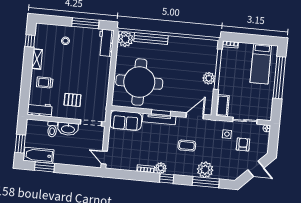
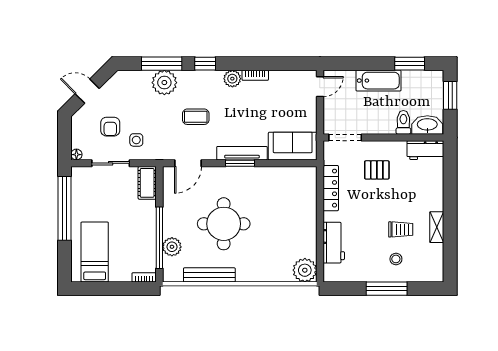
window: (85, 23) -> (387, 289), moved
bench: (151, 38) -> (209, 275), moved
window: (30, 41) -> (450, 254), removed
workbench: (106, 43) -> (334, 243), moved
plant: (209, 78) -> (172, 247), moved
window: (279, 78) -> (64, 208), moved
round table: (139, 82) -> (224, 224), moved, width x0.73, depth x0.73
trolley: (45, 83) -> (401, 229), moved
locker: (103, 91) -> (331, 188), added
washbasin: (68, 129) -> (427, 125), moved
bathtub: (39, 155) -> (379, 81), moved
door: (104, 158) -> (320, 87), hinge flipped
window: (167, 178) -> (205, 64), moved

